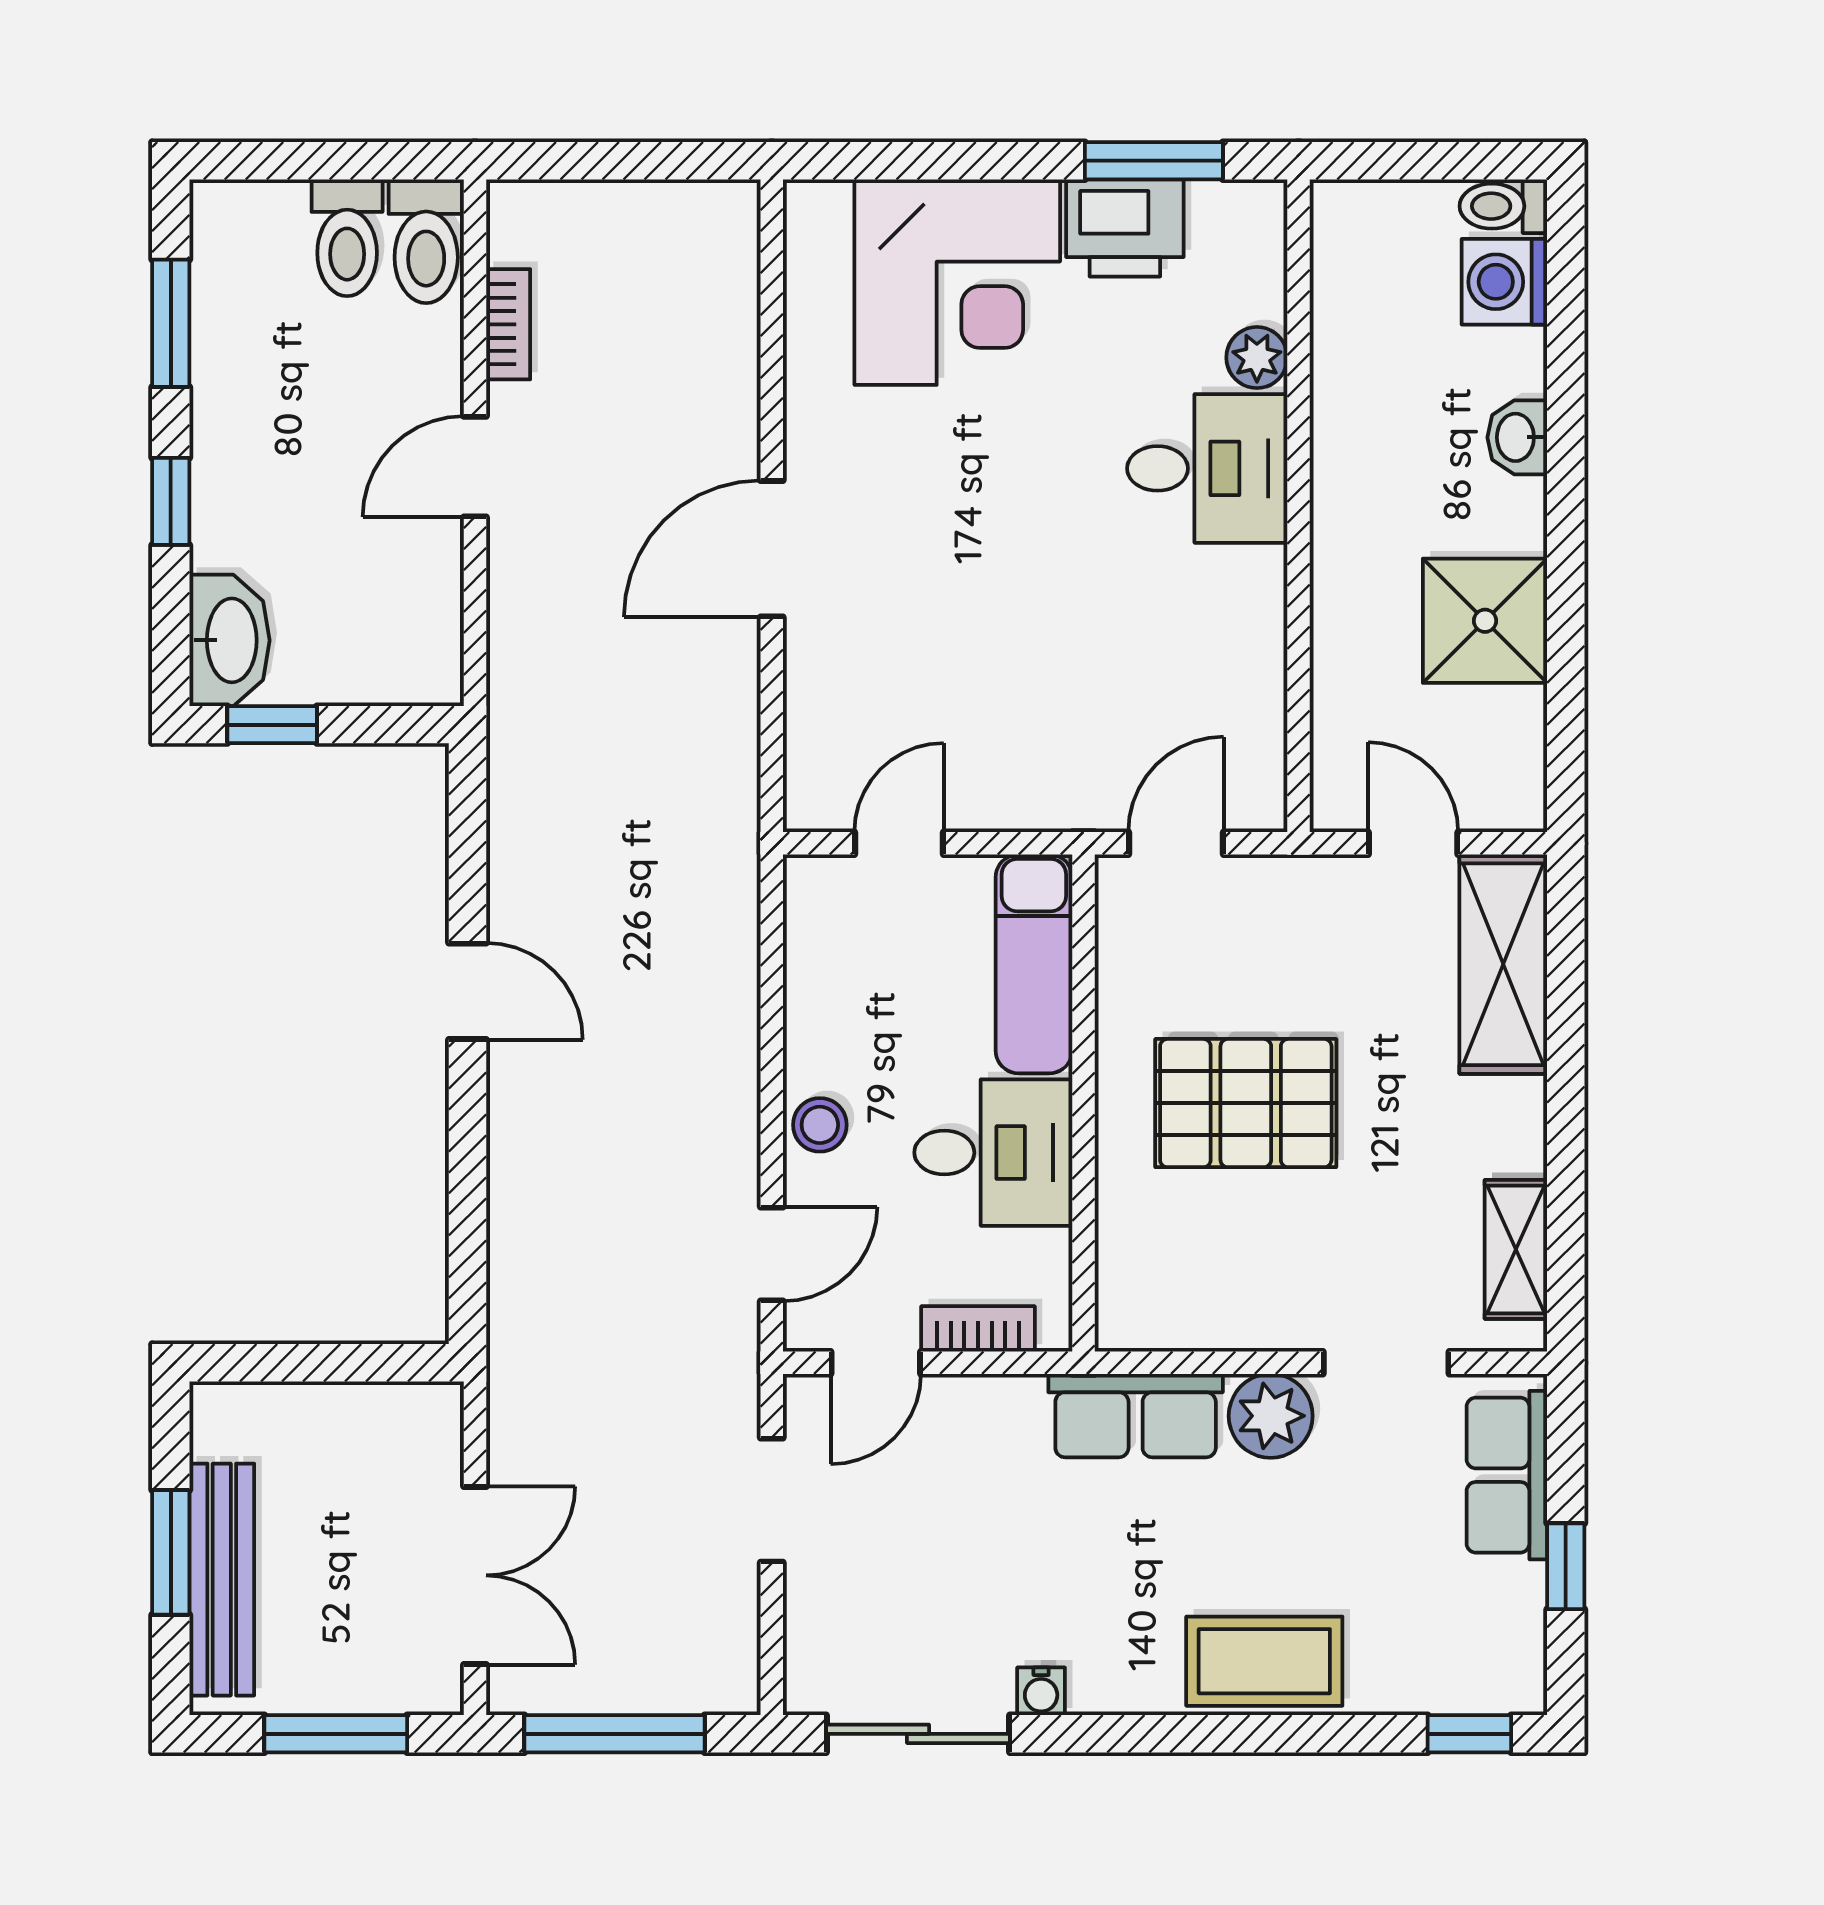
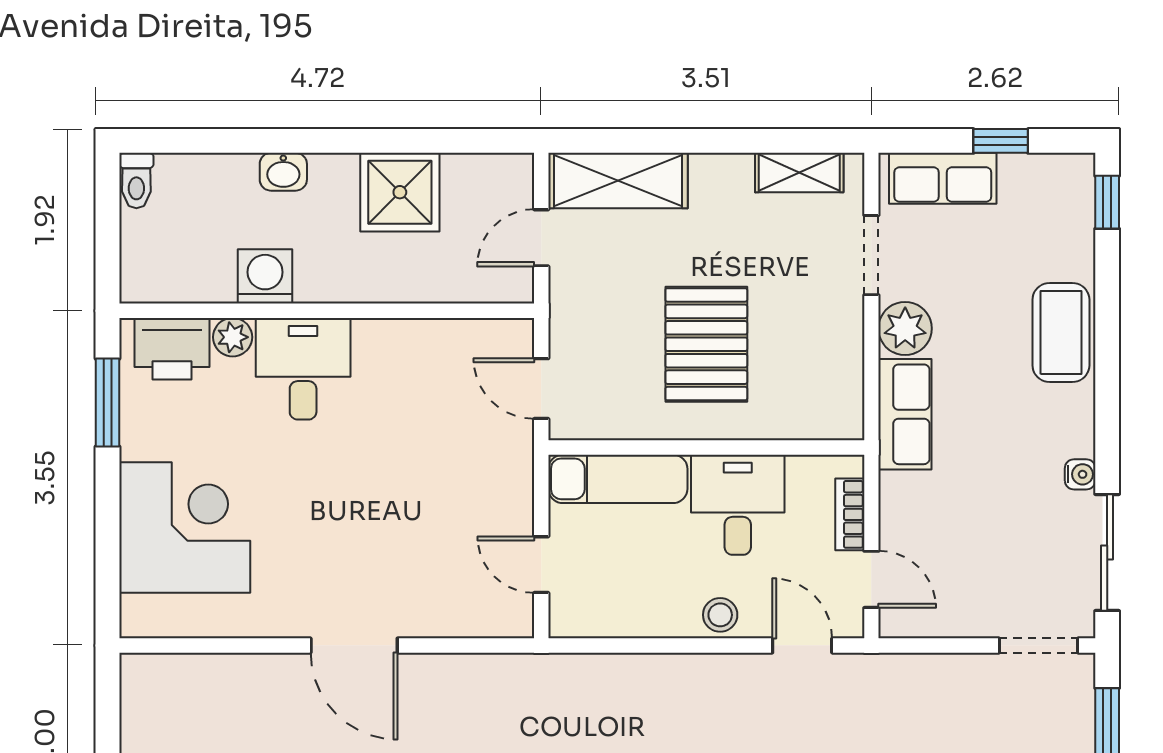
printer: (1125, 228) -> (172, 349), moved, turned 90
washing machine: (1504, 282) -> (265, 276), moved, turned 180
doorway: (772, 1500) -> (1038, 645), moved

